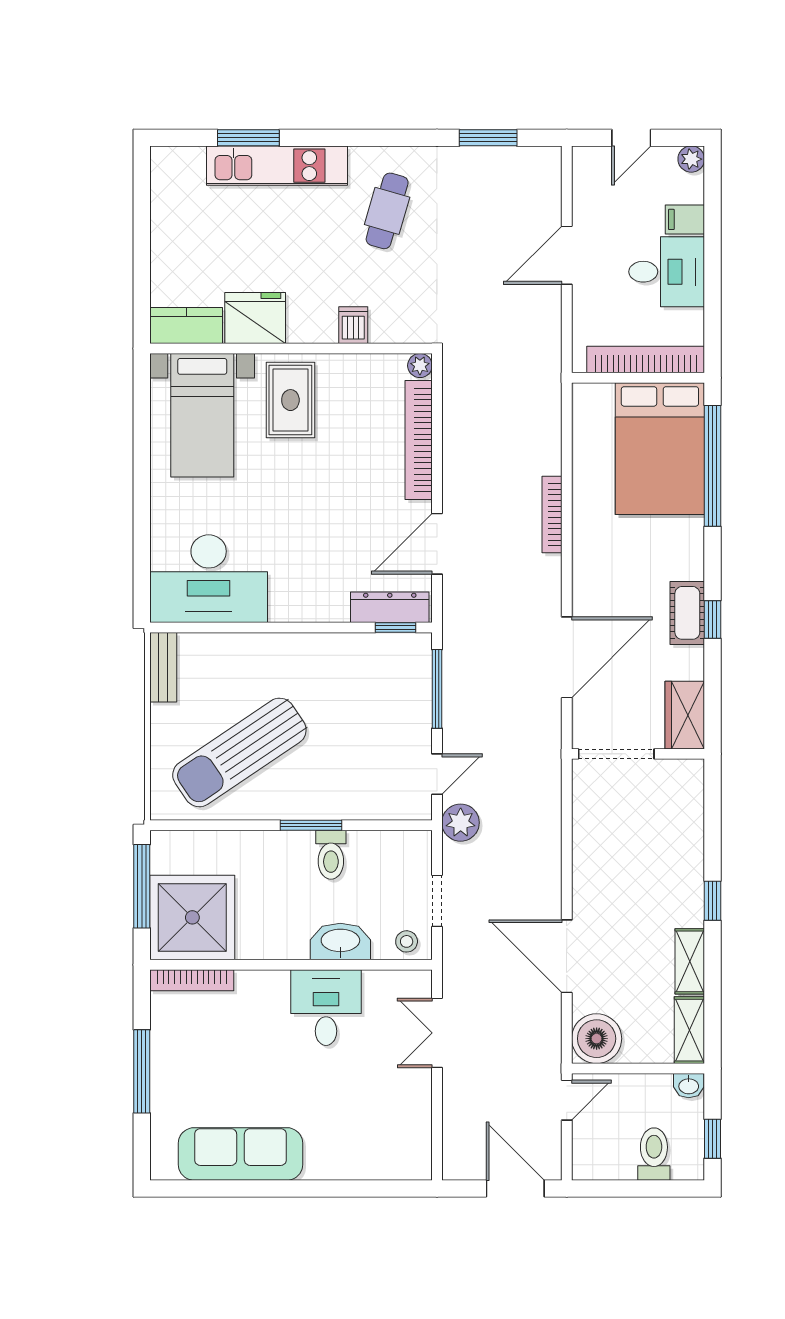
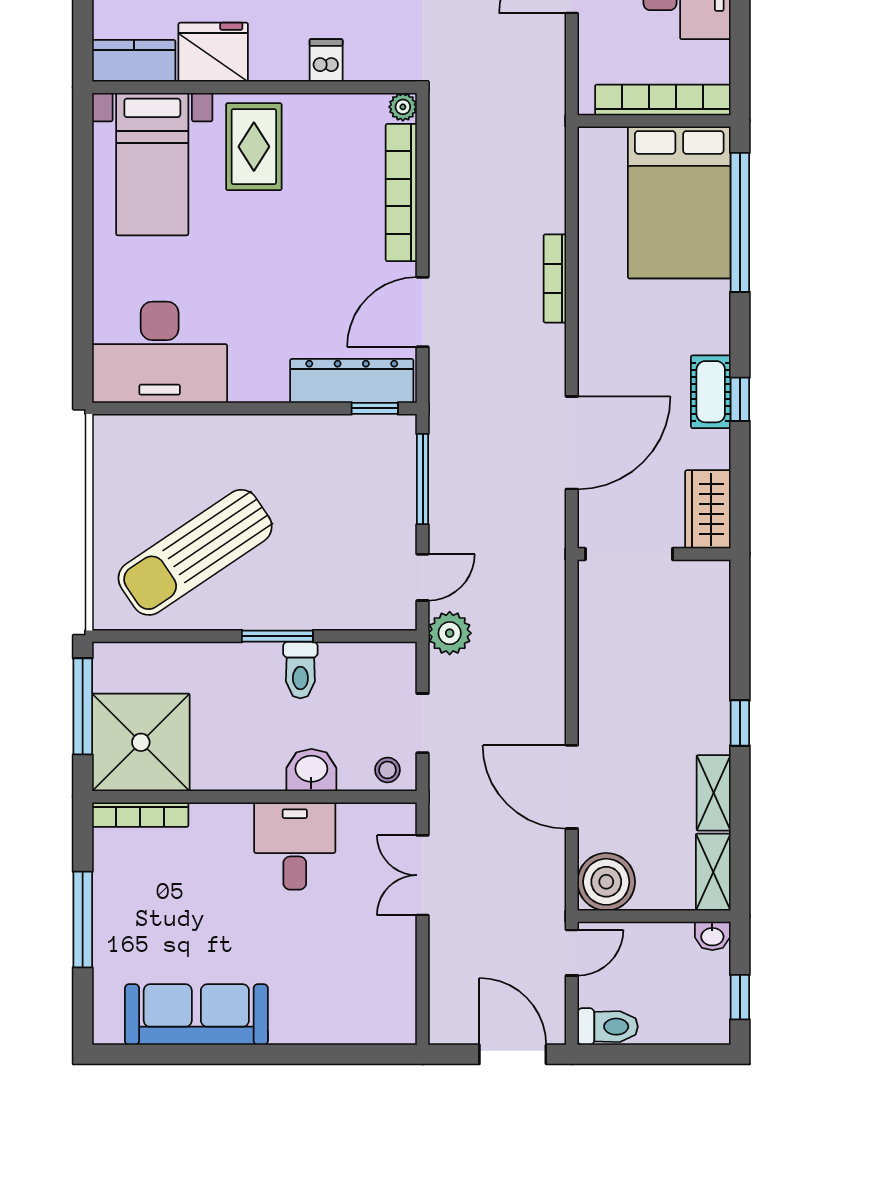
dresser: (390, 607) -> (352, 381), width x1.37, depth x1.24
bench: (163, 667) -> (107, 454), removed
washbasin: (340, 942) -> (311, 770), width x0.72
toilet: (654, 1154) -> (608, 1027), moved, turned 90

